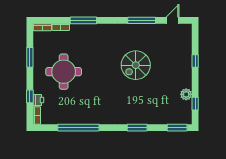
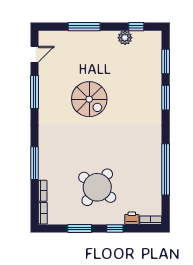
door: (172, 20) -> (35, 54), swing flipped
window: (195, 61) -> (84, 27), width x2.17
round table: (64, 72) -> (97, 187), turned 37
window: (30, 96) -> (115, 228), moved
window: (177, 128) -> (166, 62), moved

